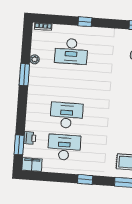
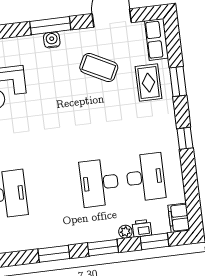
plant: (35, 59) -> (125, 232), moved
window: (22, 109) -> (103, 248), added
desk: (64, 147) -> (145, 177), turned 180

